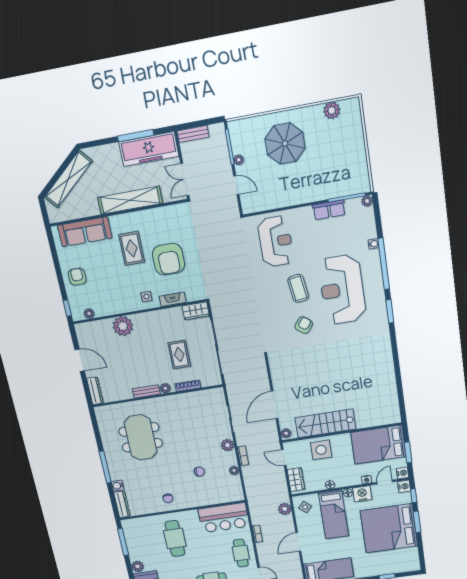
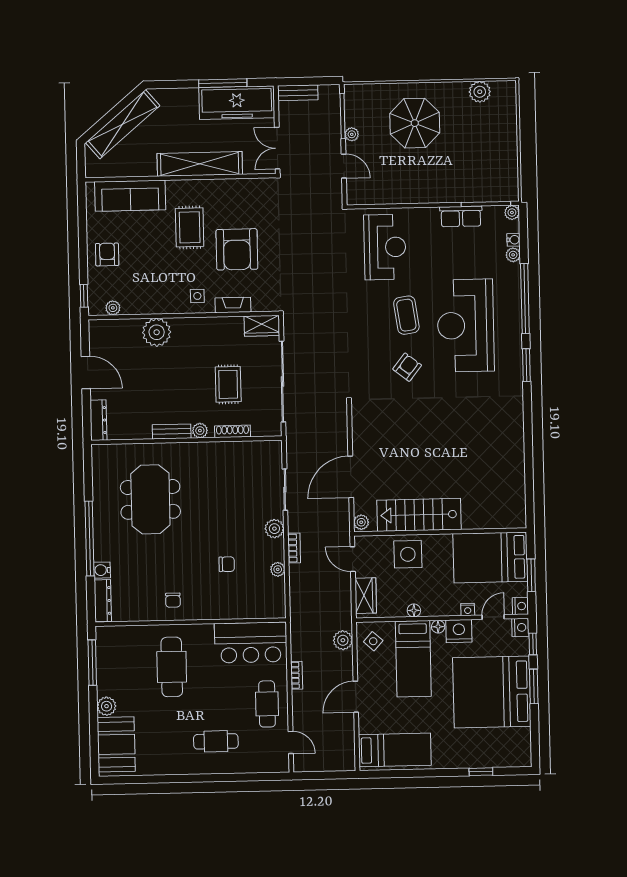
plant: (371, 233) -> (513, 255), added
water cooler: (373, 244) -> (514, 240), moved
window: (105, 467) -> (89, 538), width x1.46

